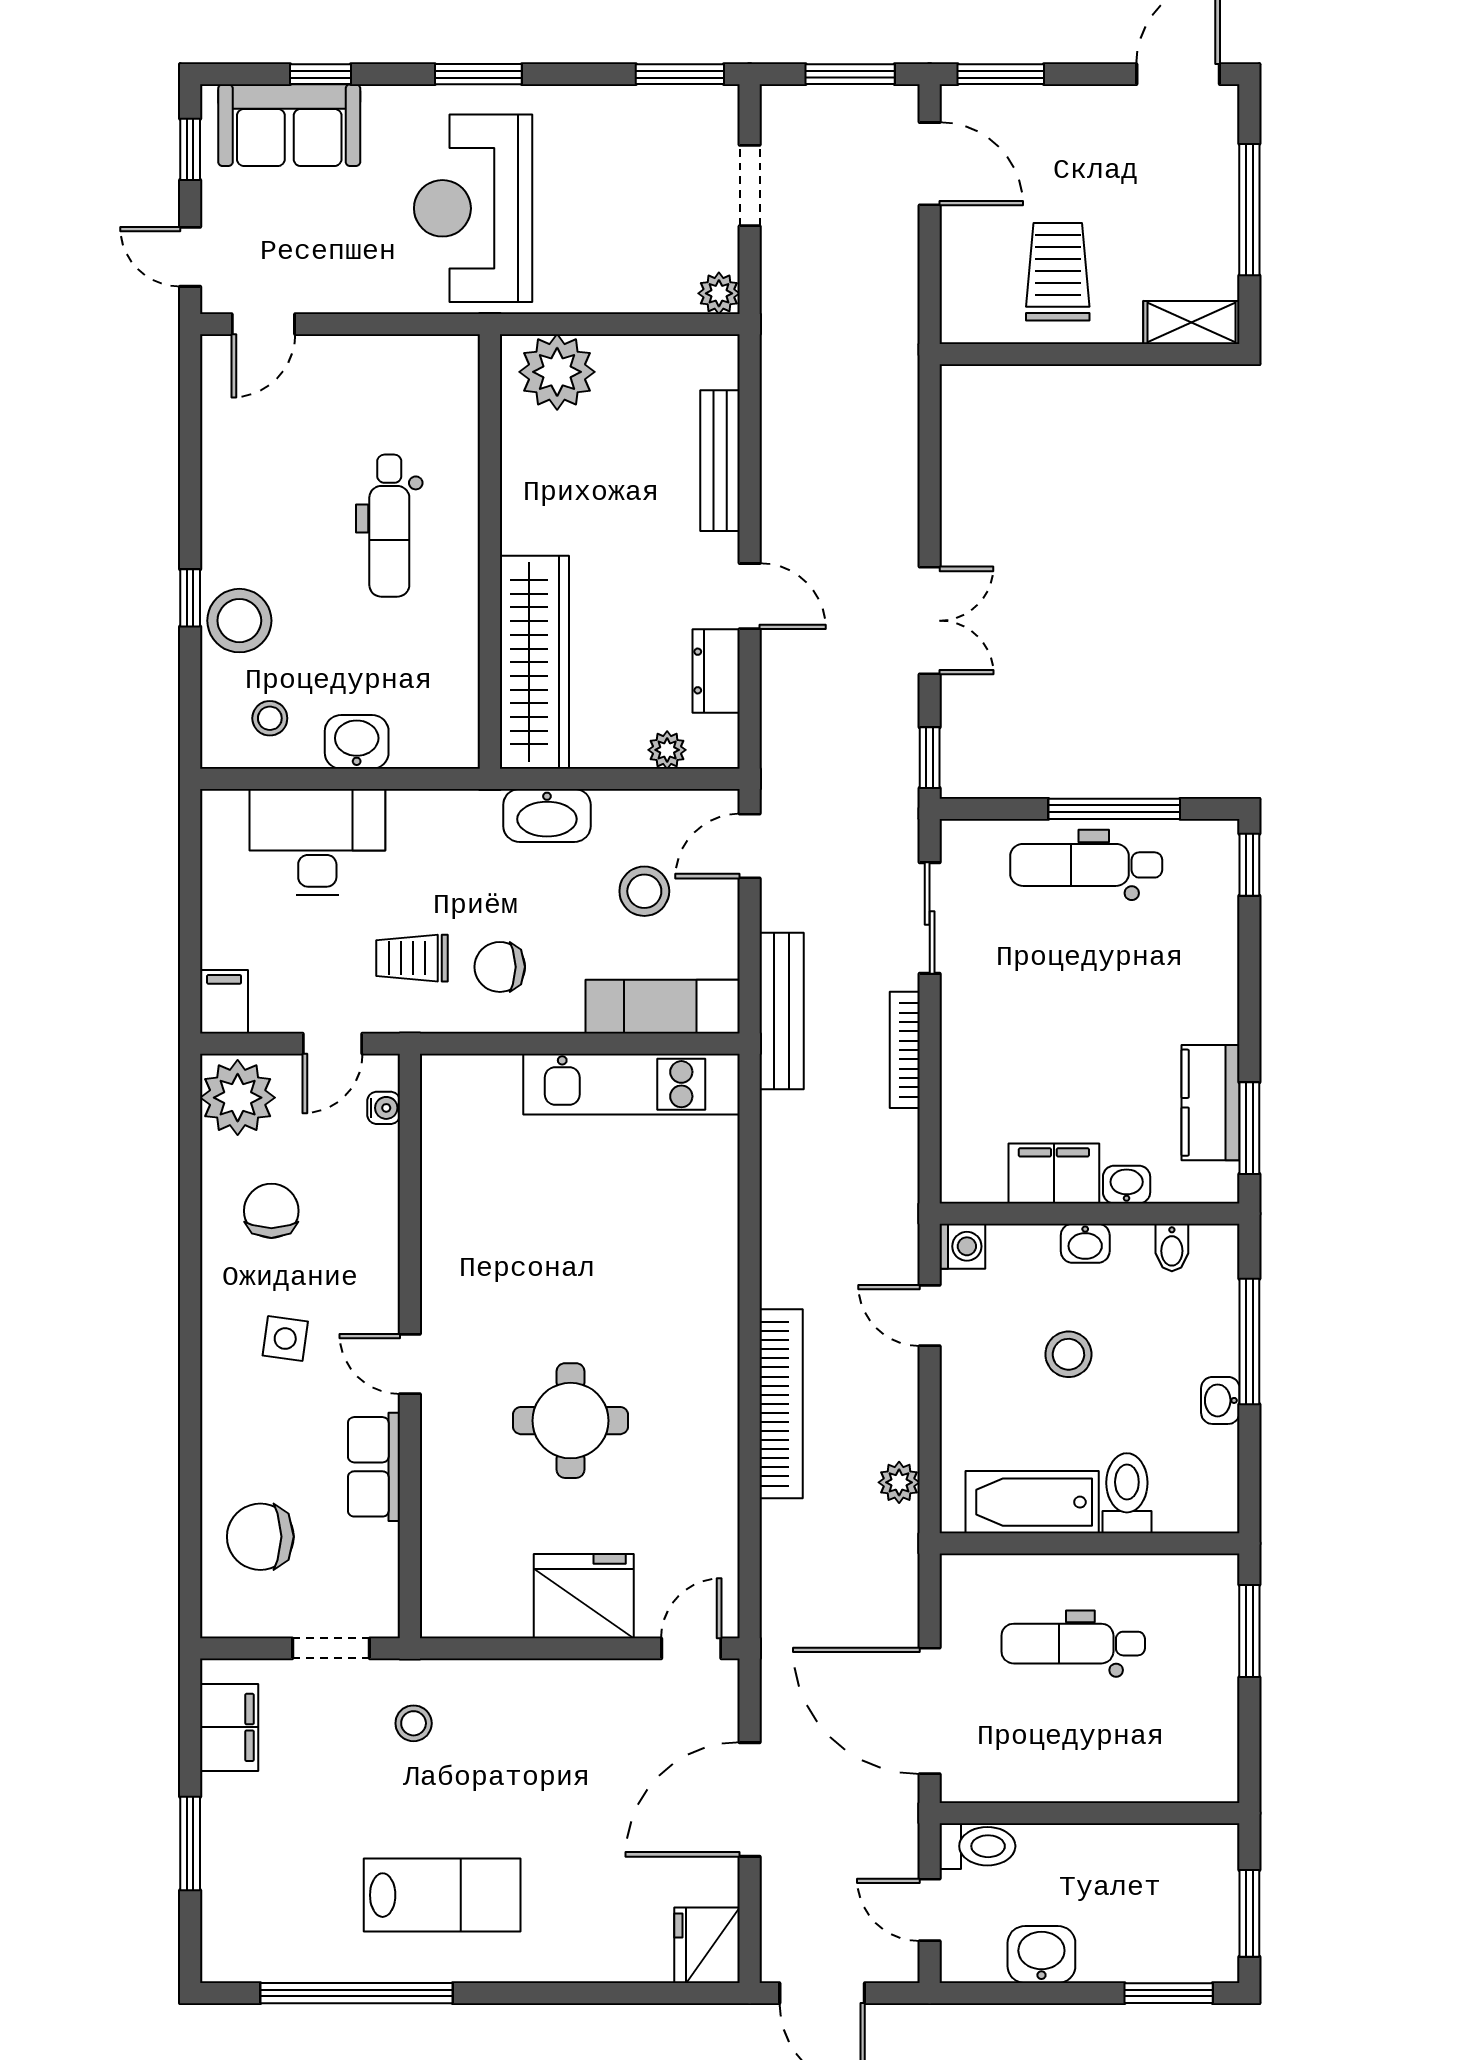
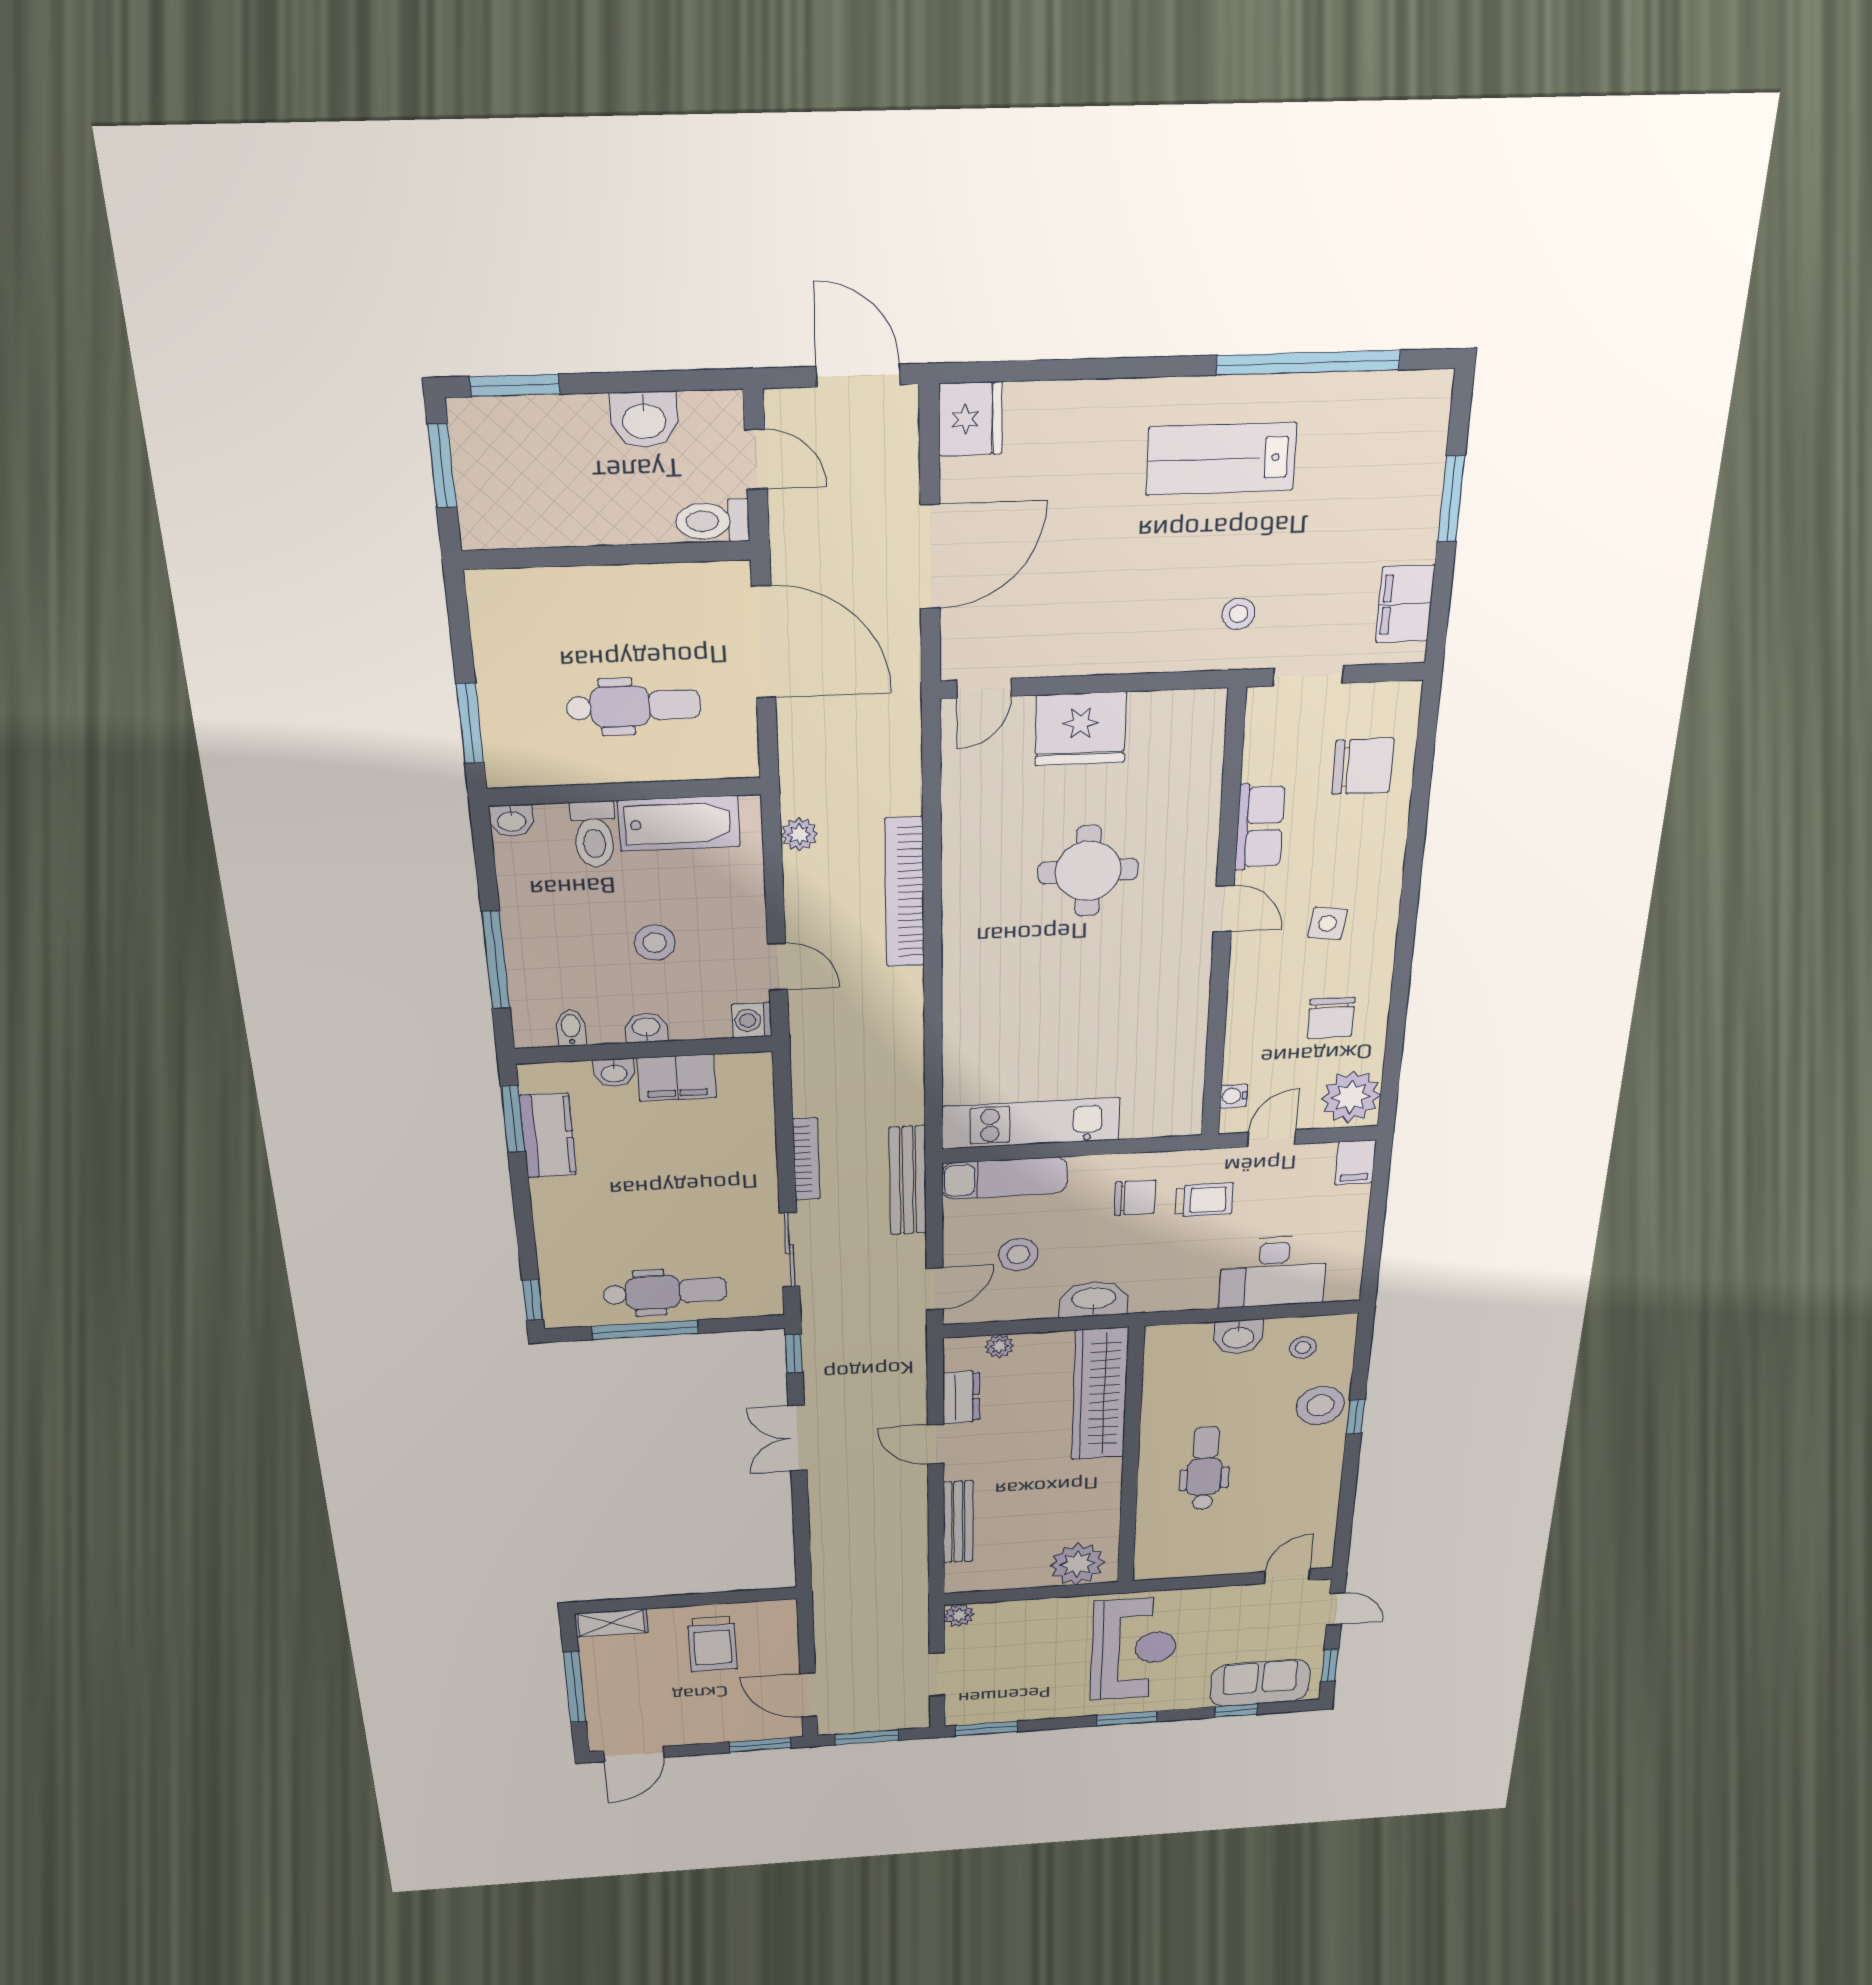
washbasin: (1220, 1400) -> (512, 821), moved, turned 90

